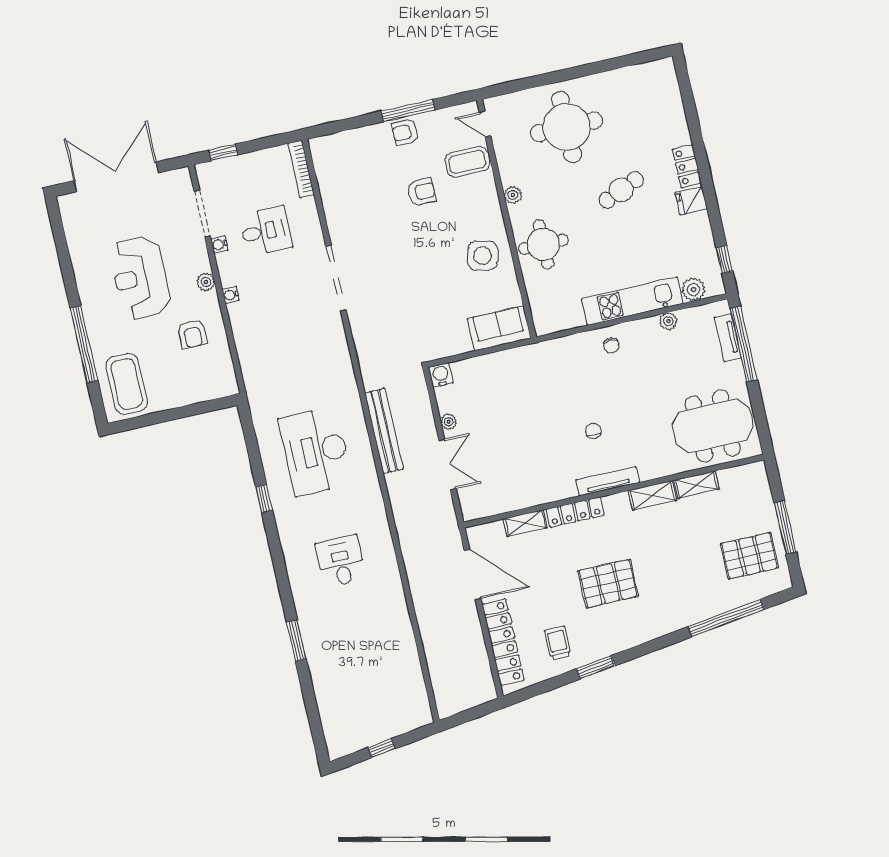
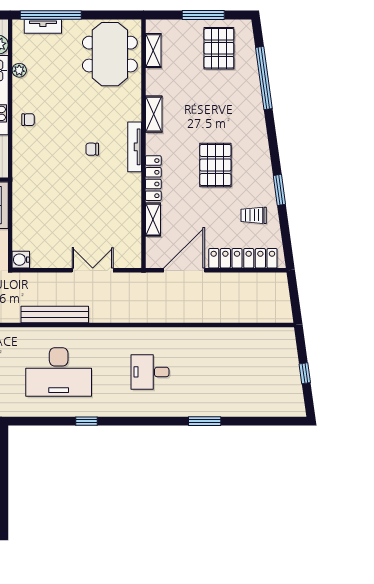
plant: (449, 422) -> (59, 262), removed
shelving: (697, 485) -> (153, 51), moved

